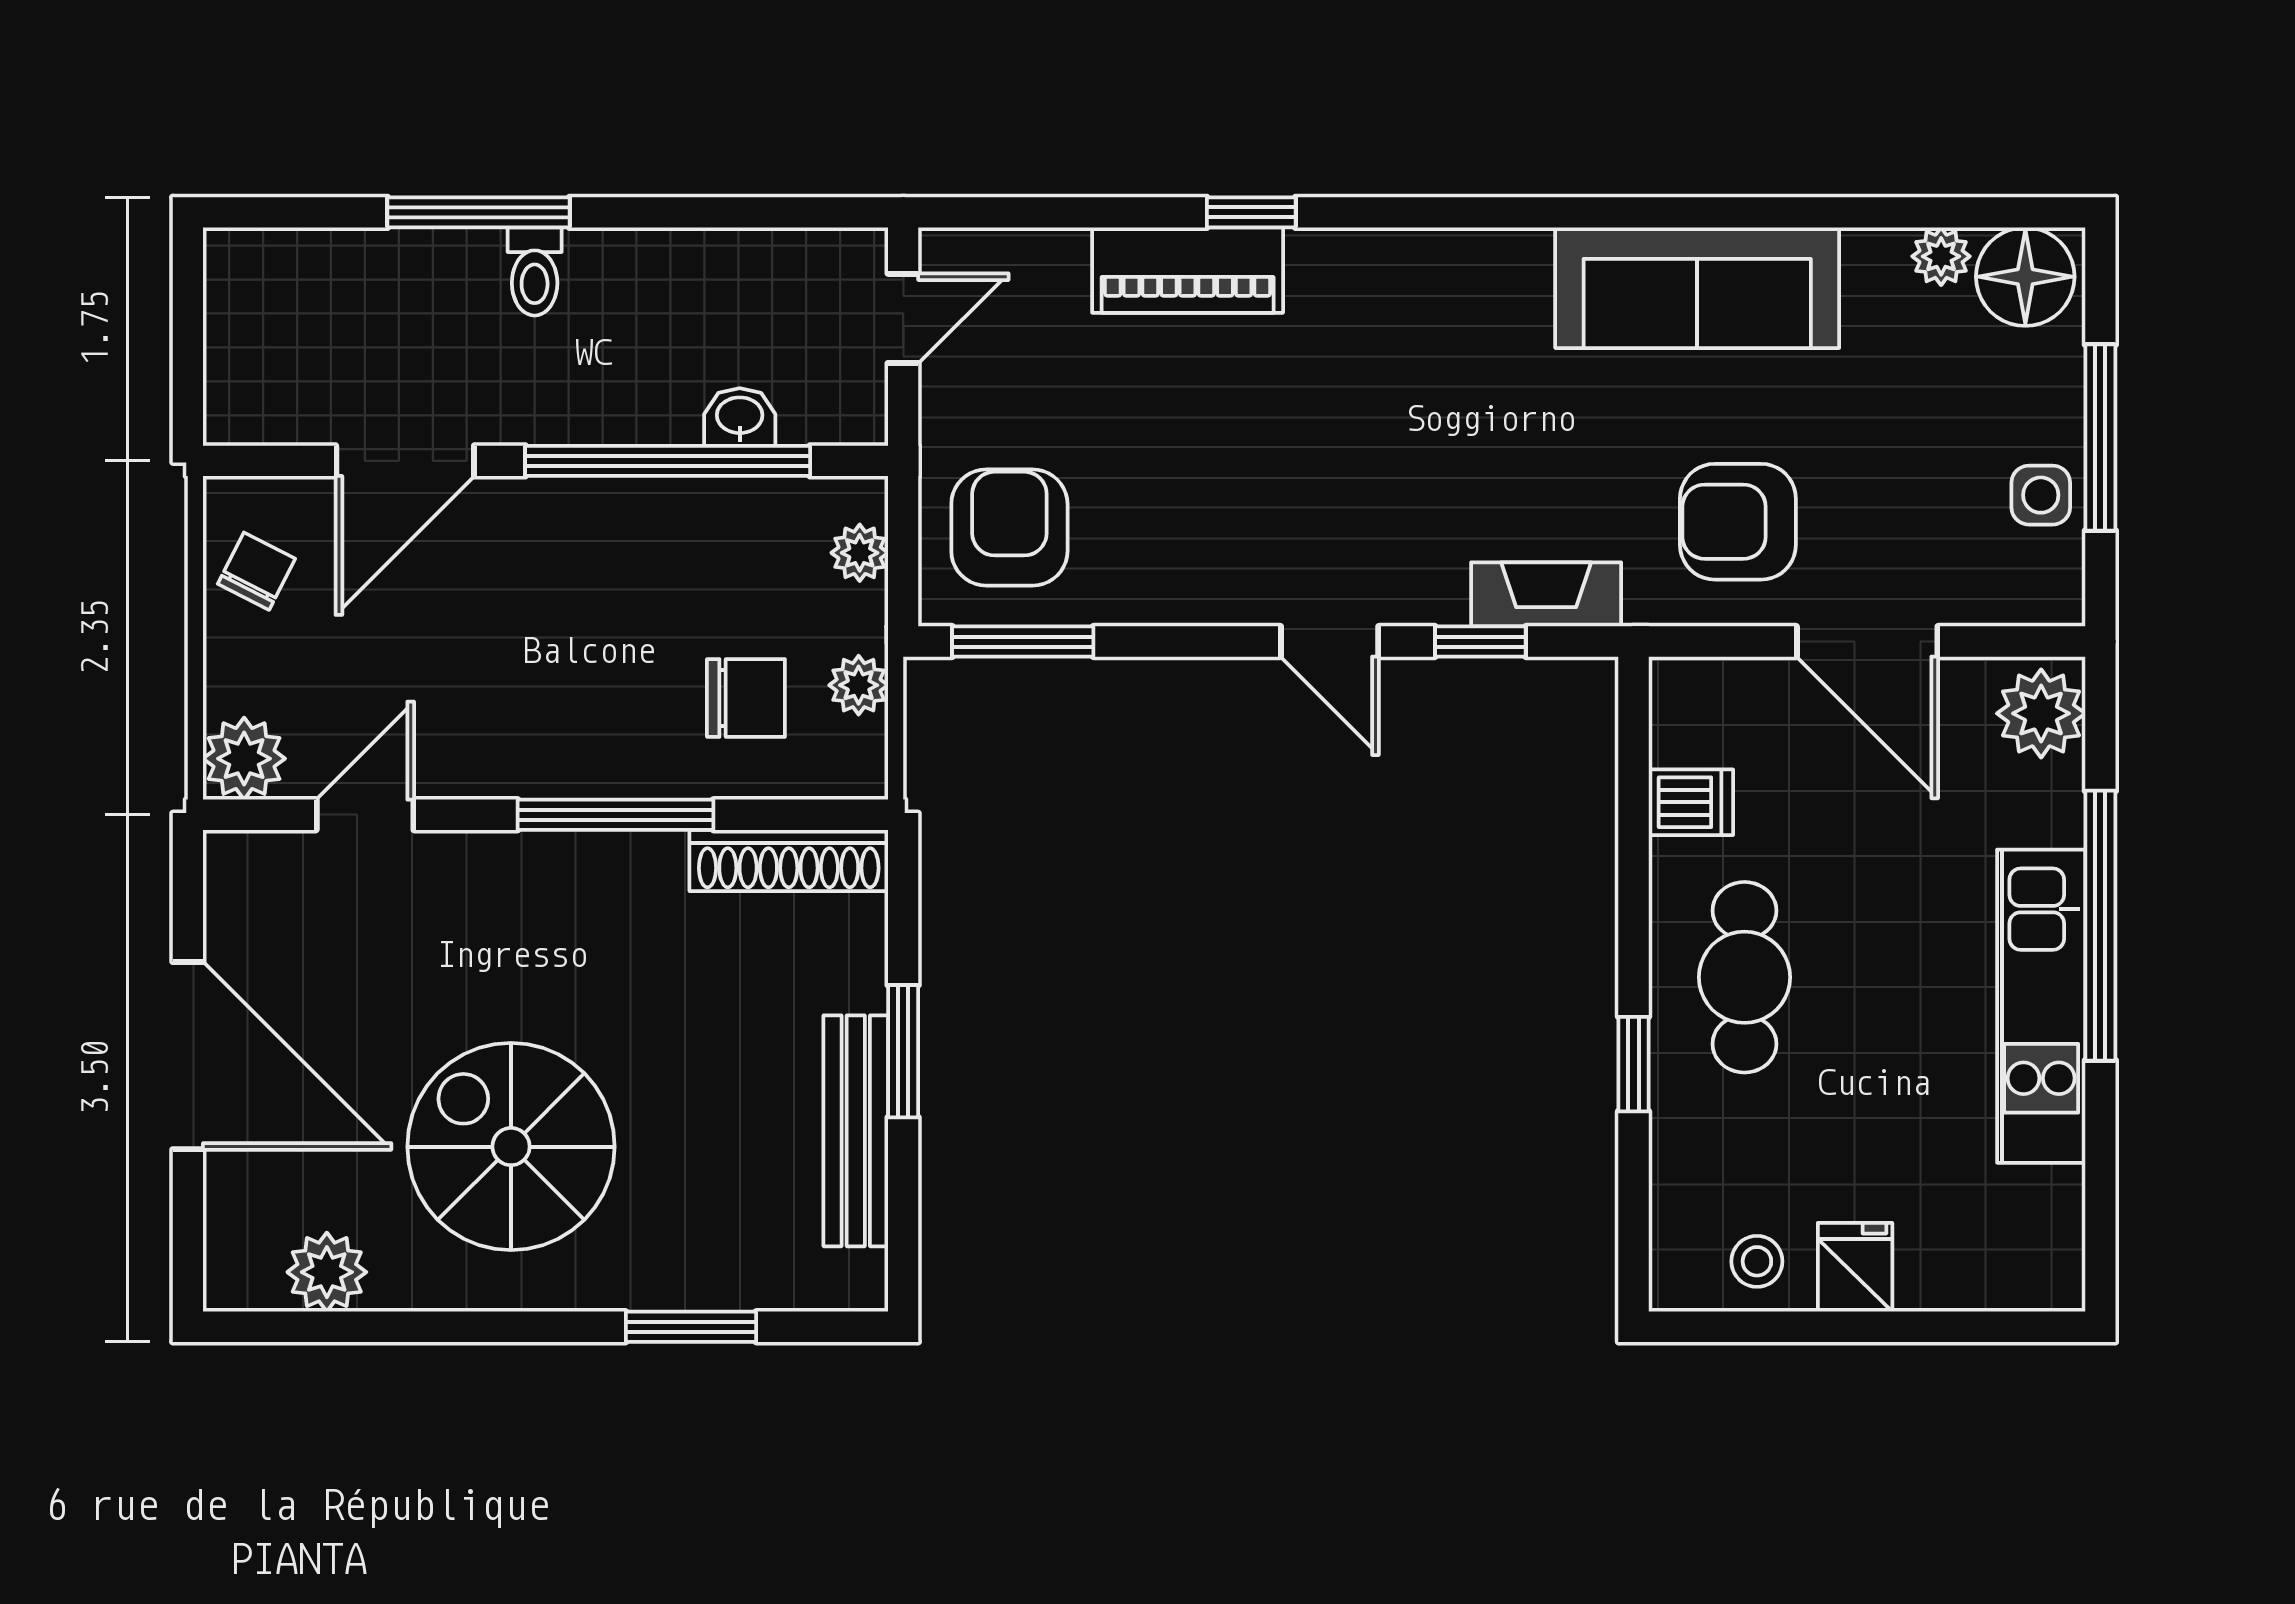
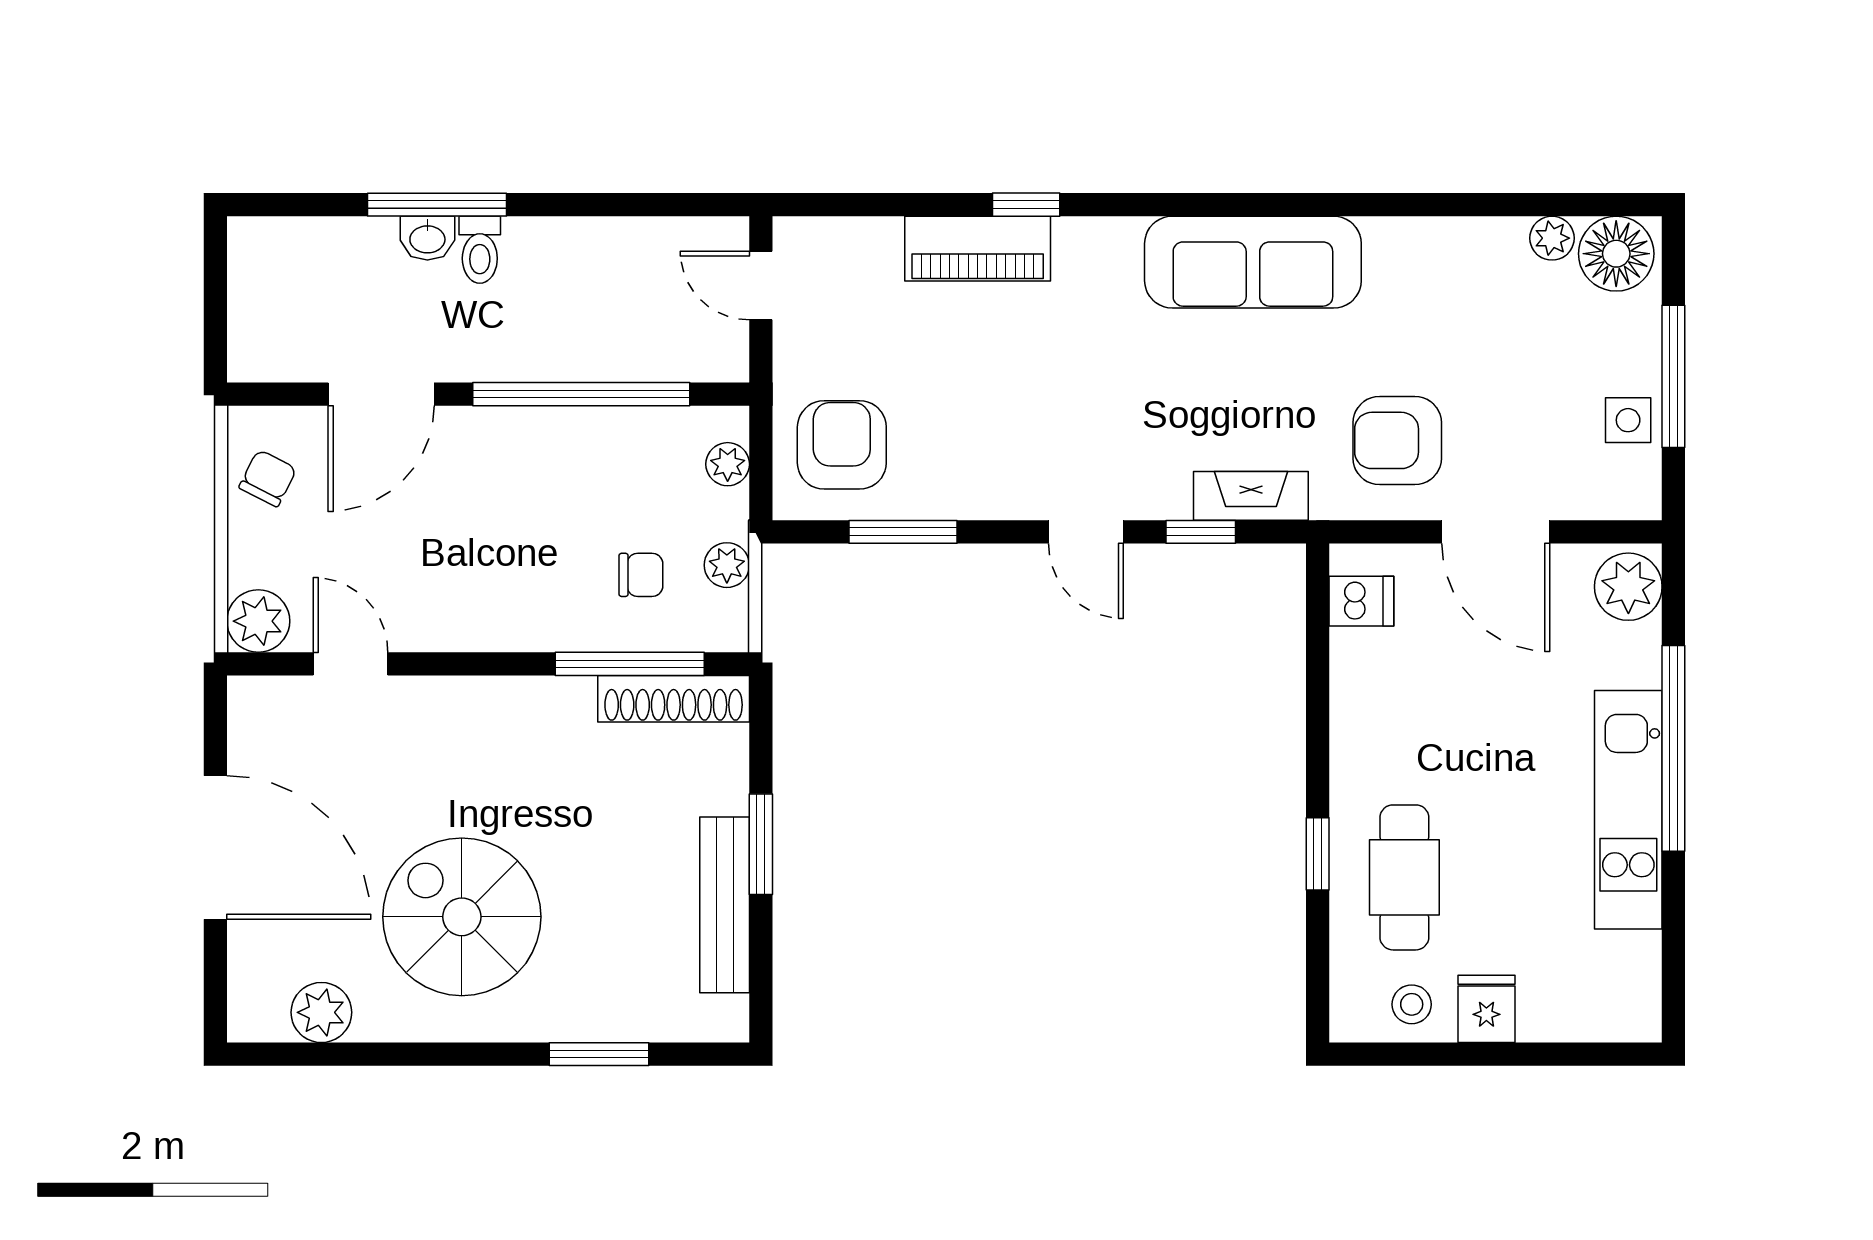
sofa: (1697, 288) -> (1253, 262), moved
door: (903, 318) -> (761, 285), swing flipped
washbasin: (740, 417) -> (427, 238), moved, turned 180
window: (1023, 642) -> (903, 532), moved
chair: (746, 698) -> (641, 575), width x0.73, depth x0.73
dishwasher: (1691, 802) -> (1361, 601), moved
door: (365, 815) -> (351, 664), hinge flipped
window: (616, 815) -> (630, 664), moved
cafe table: (1744, 977) -> (1404, 877), moved

